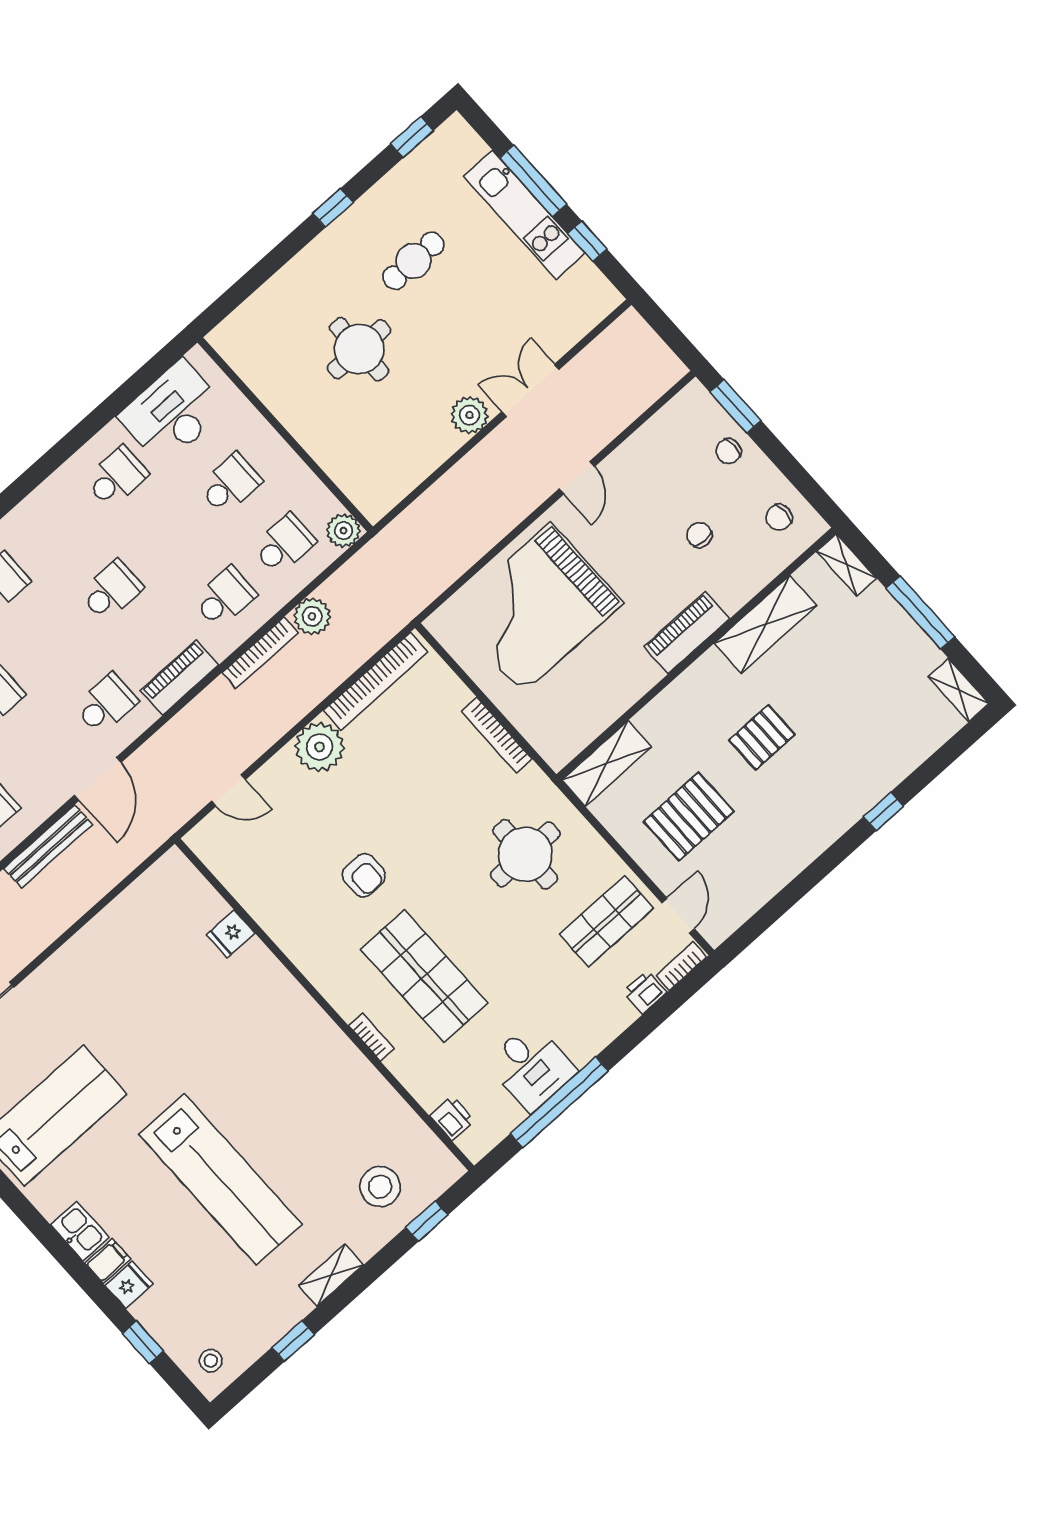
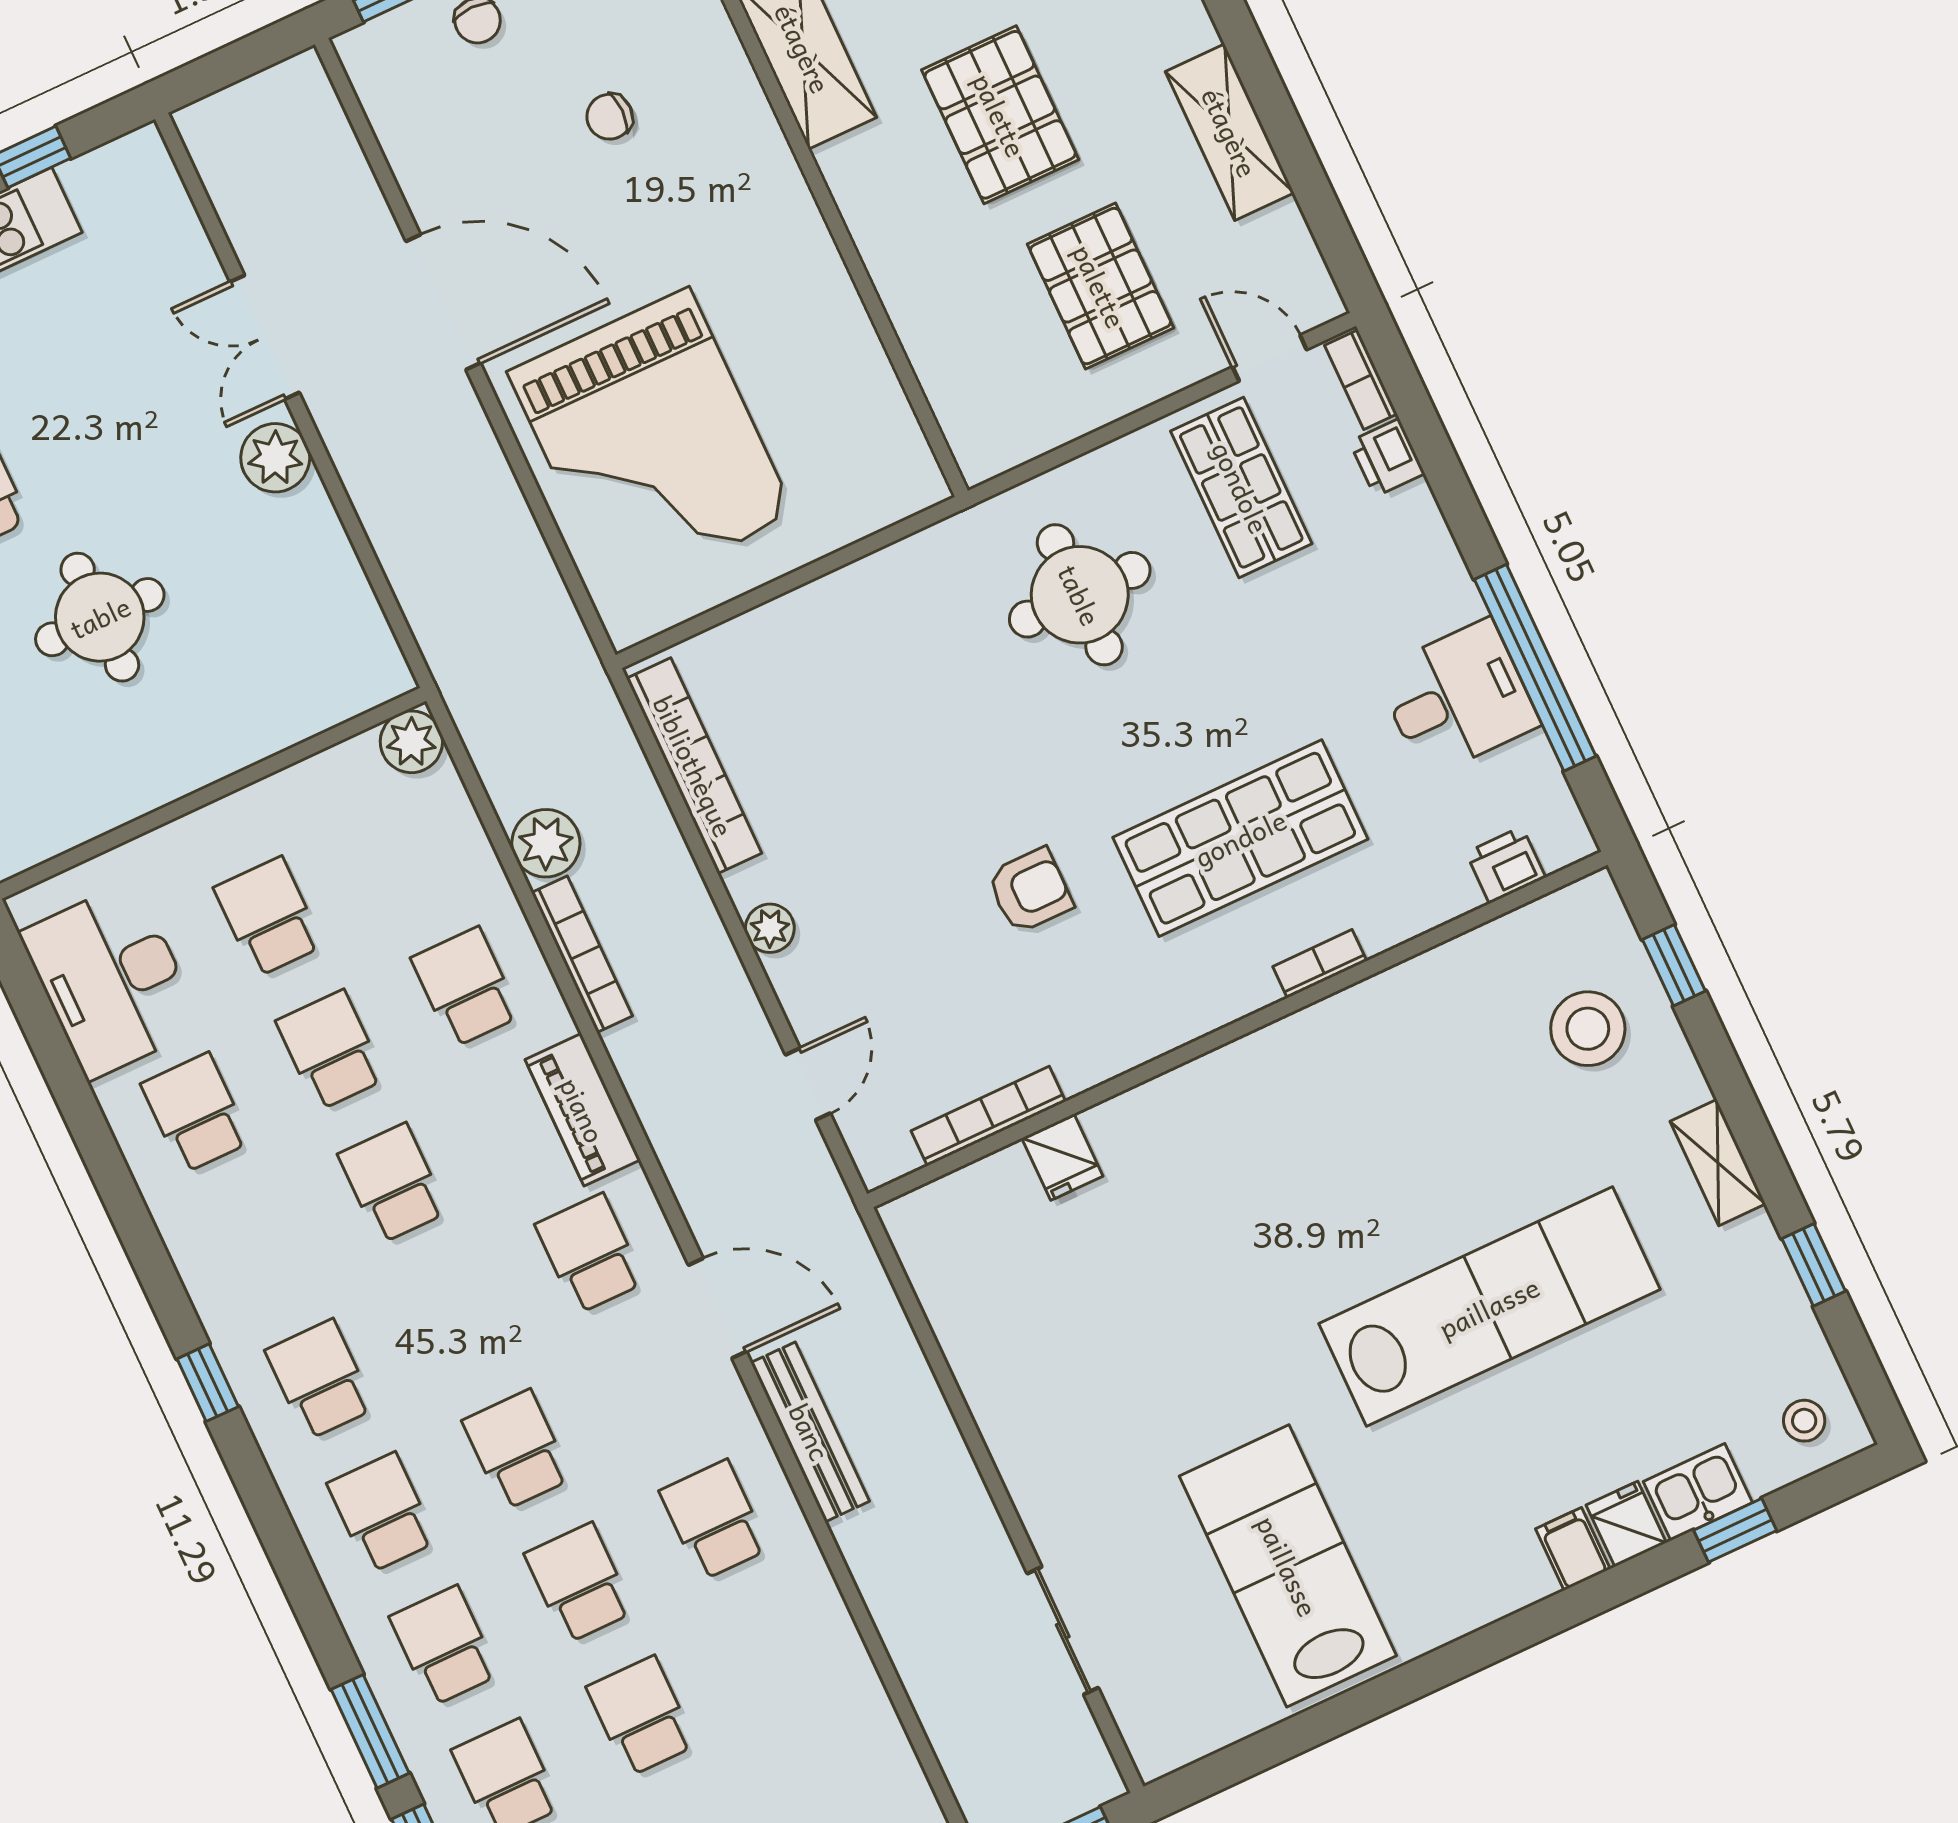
door: (577, 478) -> (443, 302), width x1.87
school desk: (284, 544) -> (331, 1050), moved
piano: (687, 633) -> (775, 191), removed
bookcase: (497, 735) -> (988, 1116), moved, turned 180
pallet: (762, 737) -> (1000, 115), width x1.50, depth x1.42
plant: (320, 747) -> (770, 928), width x0.53, depth x0.53
shelving: (607, 763) -> (1230, 132), moved
kitchen sink: (80, 1231) -> (1698, 1492), moved

